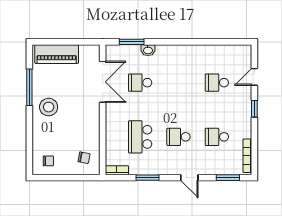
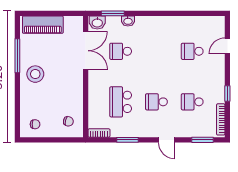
washbasin: (115, 52) -> (97, 23), added
window: (254, 109) -> (227, 94), moved

